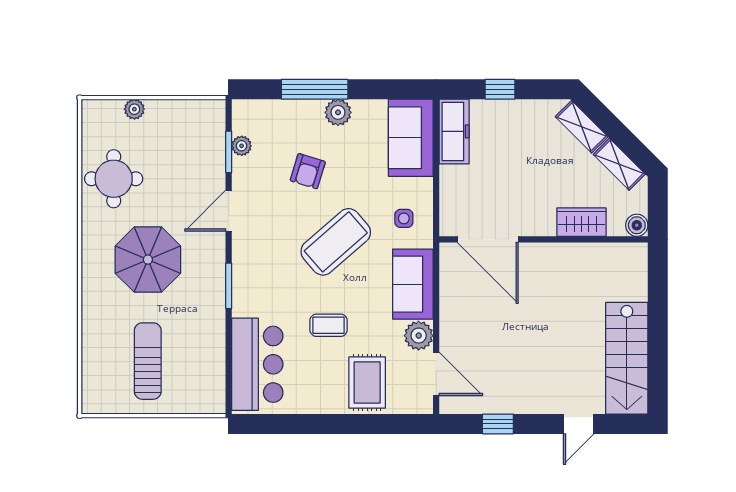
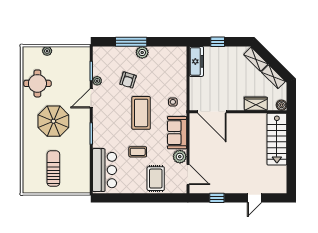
sofa: (411, 138) -> (176, 64), removed
plant: (242, 146) -> (97, 81), moved
coffee table: (336, 242) -> (141, 113), turned -49
stairs: (627, 358) -> (277, 139), moved

